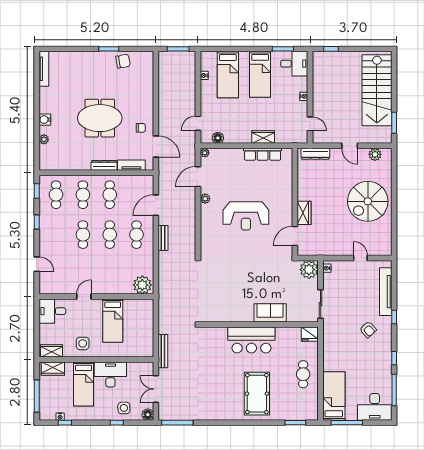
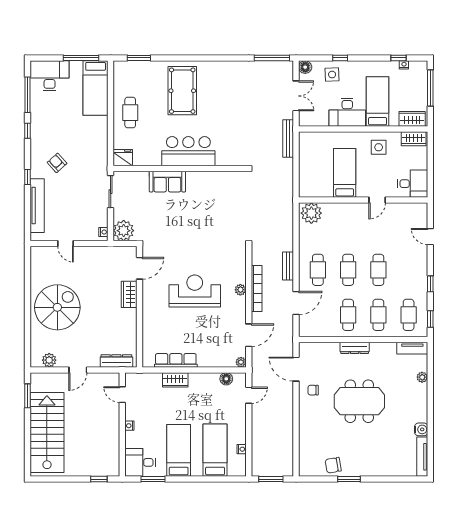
water cooler: (45, 120) -> (421, 429), moved
door: (350, 146) -> (78, 370), swing flipped
tv unit: (131, 165) -> (412, 348), moved
plant: (205, 199) -> (240, 290), moved
bookcase: (191, 218) -> (257, 289), added

